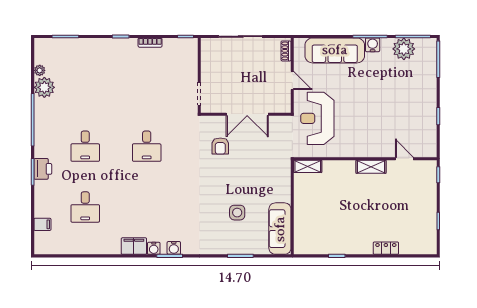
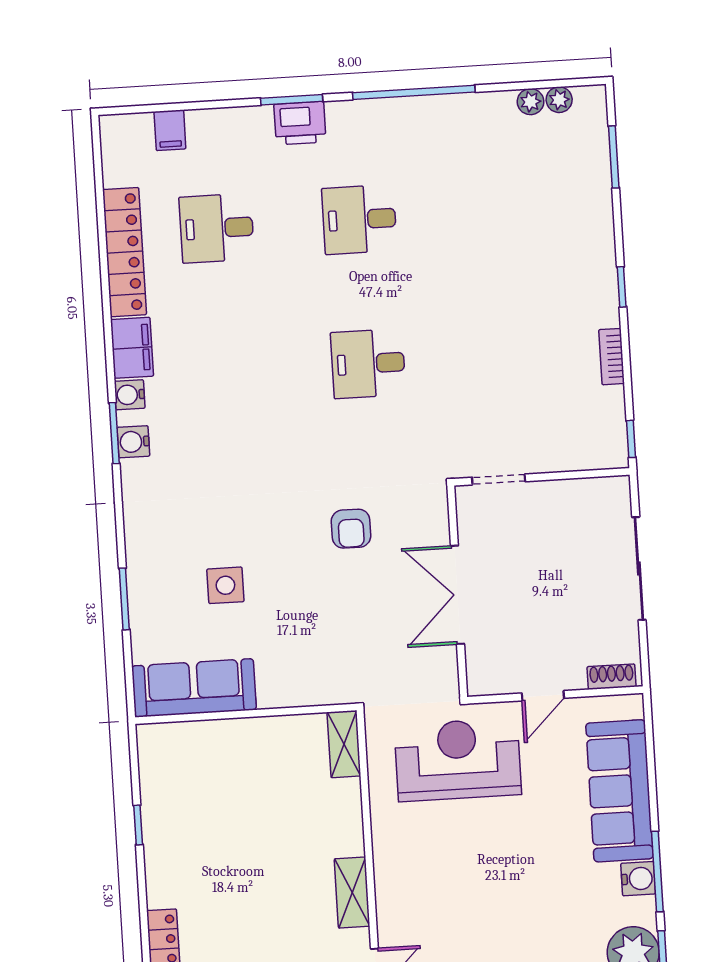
plant: (44, 87) -> (559, 100), moved, width x0.53, depth x0.53
armchair: (220, 146) -> (351, 529), moved, turned -90
locker: (93, 247) -> (124, 252), added

